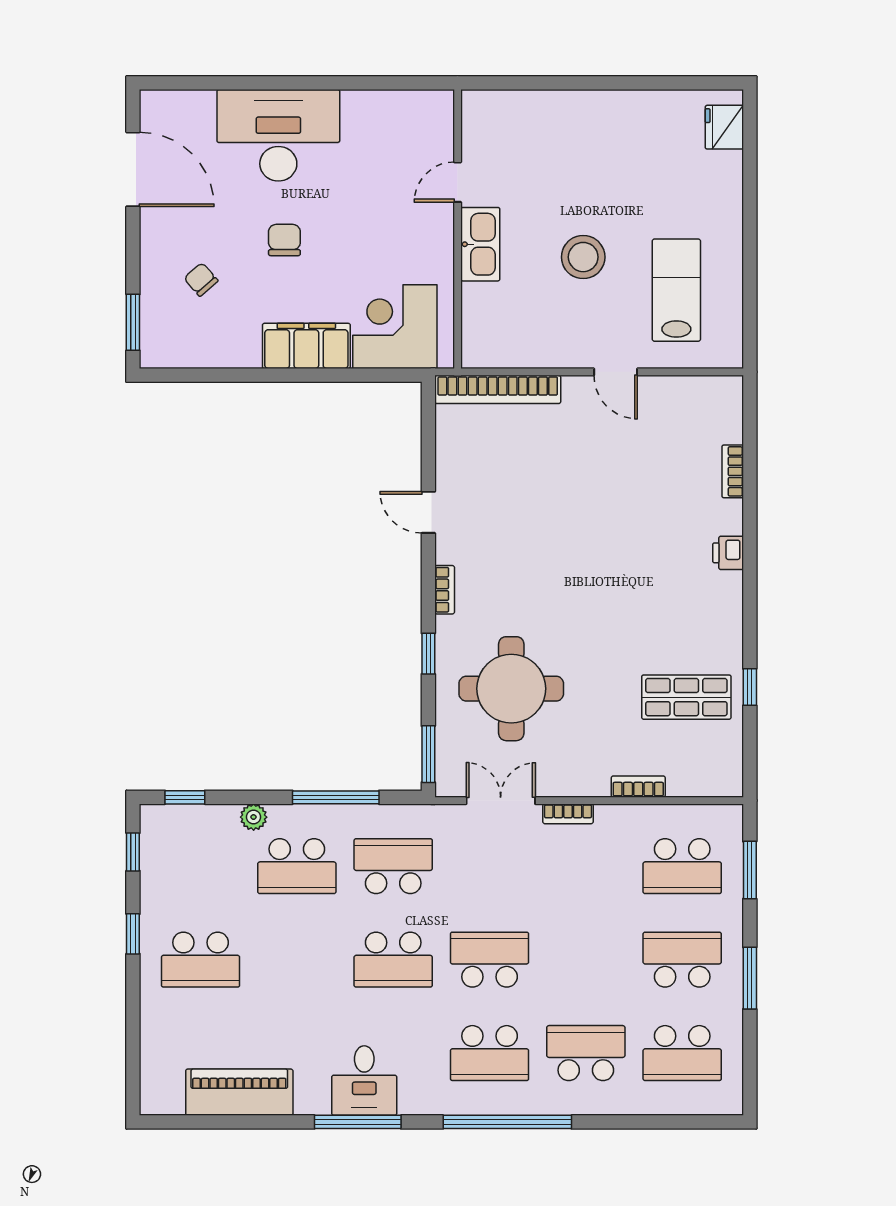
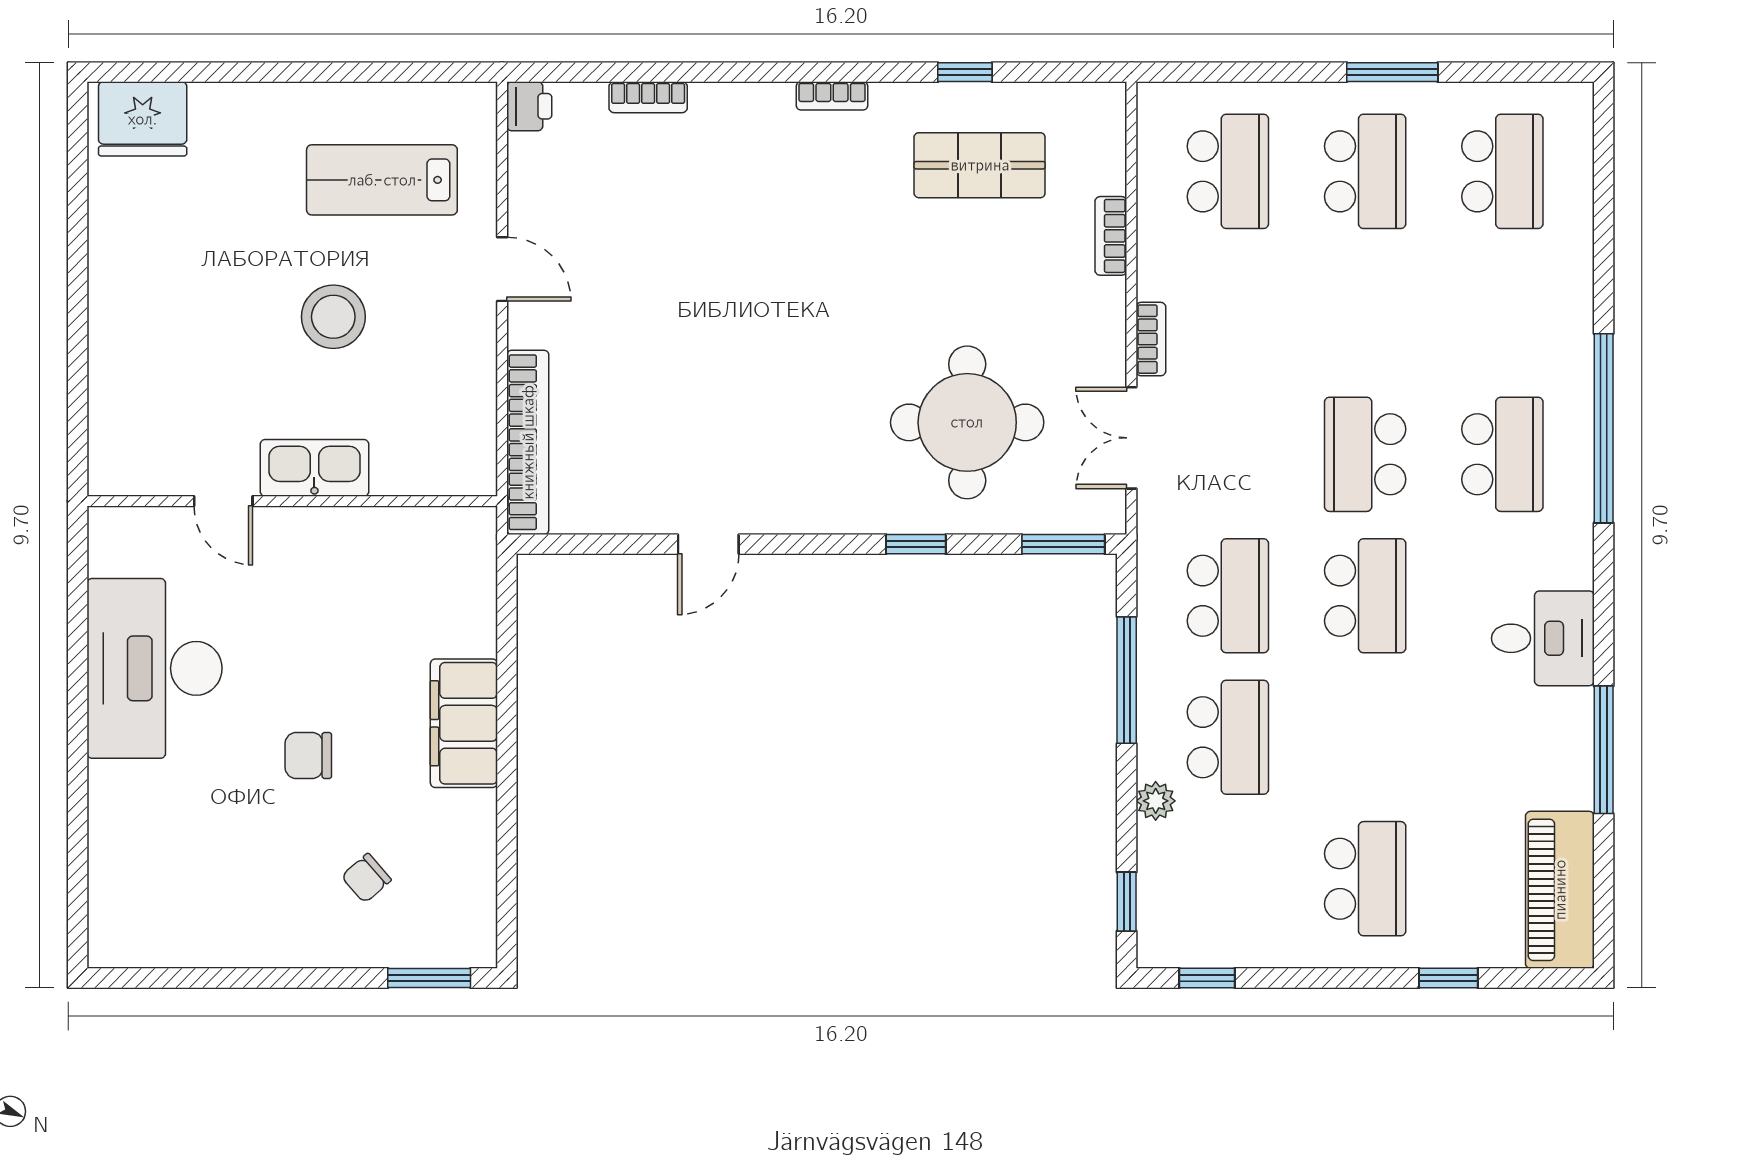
fridge: (724, 127) -> (143, 119), width x1.36, depth x1.34
desk: (278, 135) -> (155, 668), moved
door: (133, 169) -> (205, 978), removed
corner desk: (395, 327) -> (436, 593), removed
door: (616, 372) -> (502, 269), hinge flipped
printer: (728, 553) -> (529, 106), moved, turned -90
bookcase: (445, 590) -> (832, 96), moved, turned 180
shop shelf: (686, 697) -> (980, 165), turned 90
school desk: (393, 866) -> (1228, 596), turned 180
window: (750, 870) -> (1234, 72), removed
window: (133, 934) -> (1448, 978), moved
school desk: (682, 960) -> (1365, 171), turned 180
school desk: (586, 1053) -> (1502, 313), removed
piano: (239, 1092) -> (1560, 890), moved
window: (358, 1122) -> (1604, 750), moved

